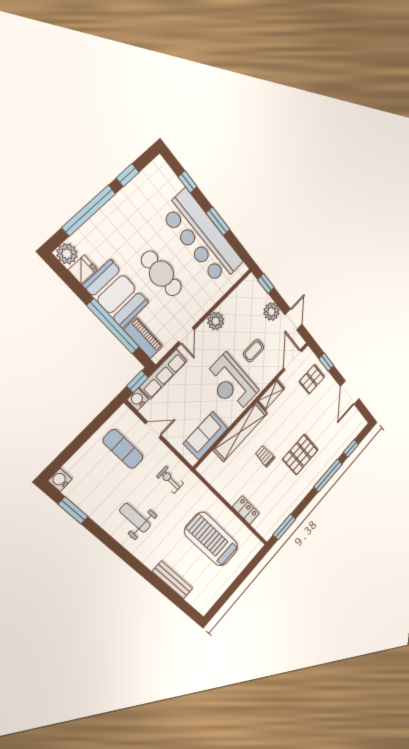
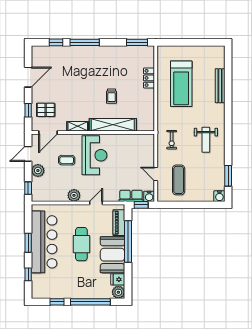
row of seats: (163, 374) -> (131, 196), width x0.68
sofa: (206, 436) -> (133, 143), removed
pallet: (300, 455) -> (91, 74), removed

